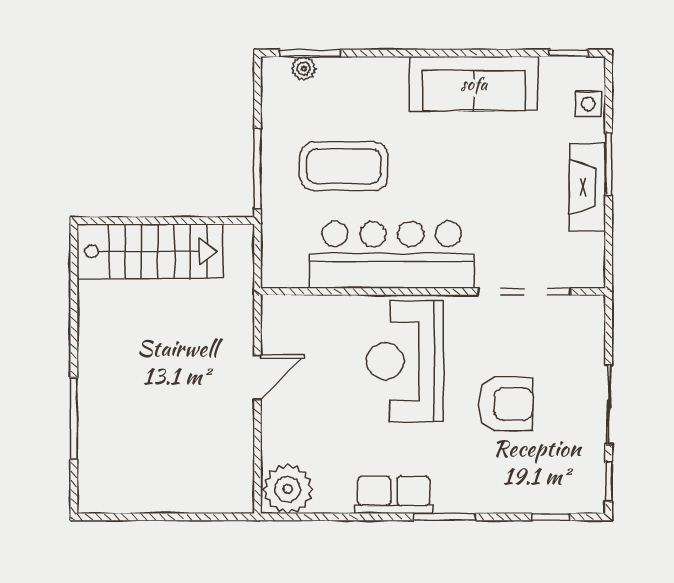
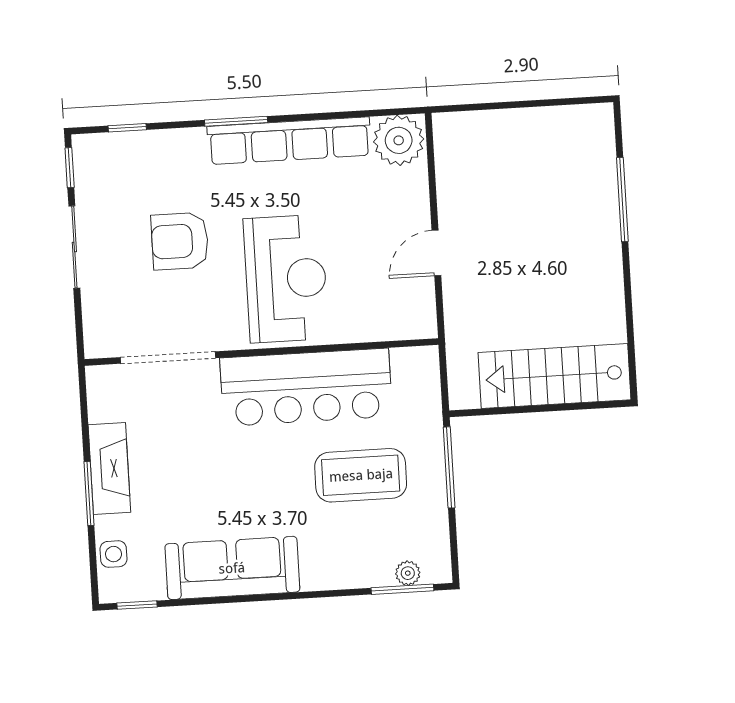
row of seats: (394, 495) -> (289, 141), width x2.02

